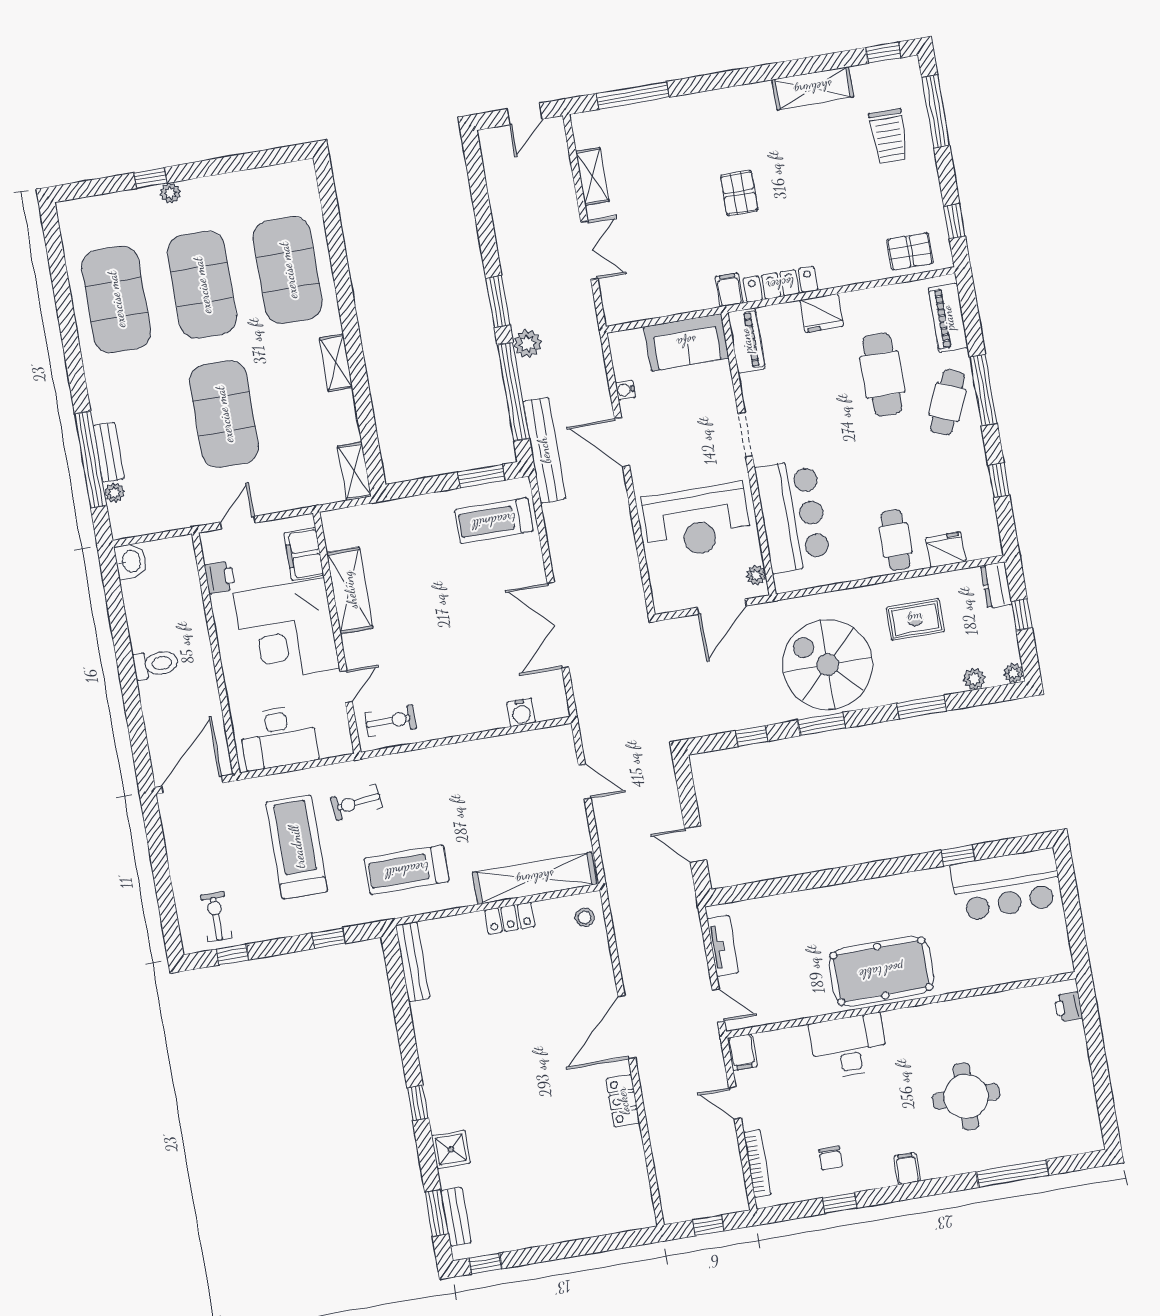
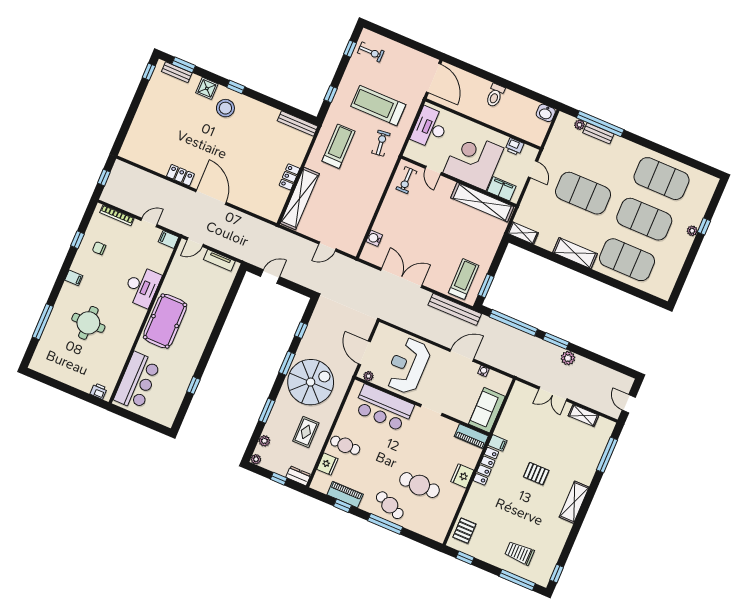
shelving: (813, 88) -> (574, 502), moved
piano: (948, 318) -> (345, 494), moved
plant: (527, 344) -> (568, 358), moved
shelving: (336, 363) -> (575, 253), width x1.50, depth x1.33
bench: (544, 450) -> (455, 309), moved
shelving: (350, 590) -> (482, 202), width x1.47
treadmill: (297, 847) -> (378, 105), turned 180
bar counter: (1006, 885) -> (137, 381), moved, turned 180
stool: (585, 917) -> (225, 108), moved, width x1.89, depth x1.89

